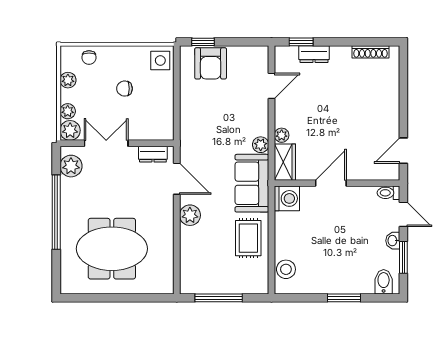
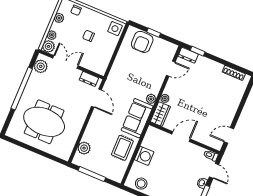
window: (203, 42) -> (154, 33), moved
dresser: (314, 54) -> (188, 55), moved
washing machine: (287, 198) -> (144, 156), moved
plant: (190, 215) -> (84, 148), moved
stool: (286, 269) -> (141, 184), moved

